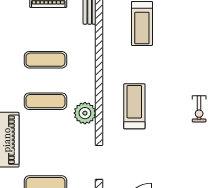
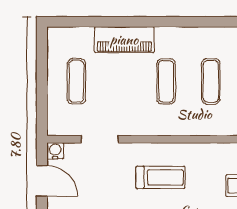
plant: (85, 113) -> (153, 124), removed

